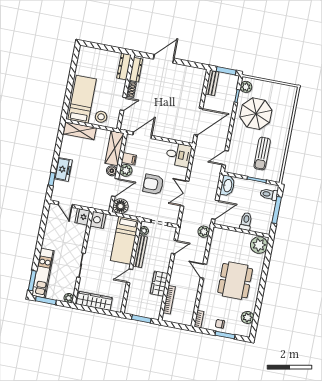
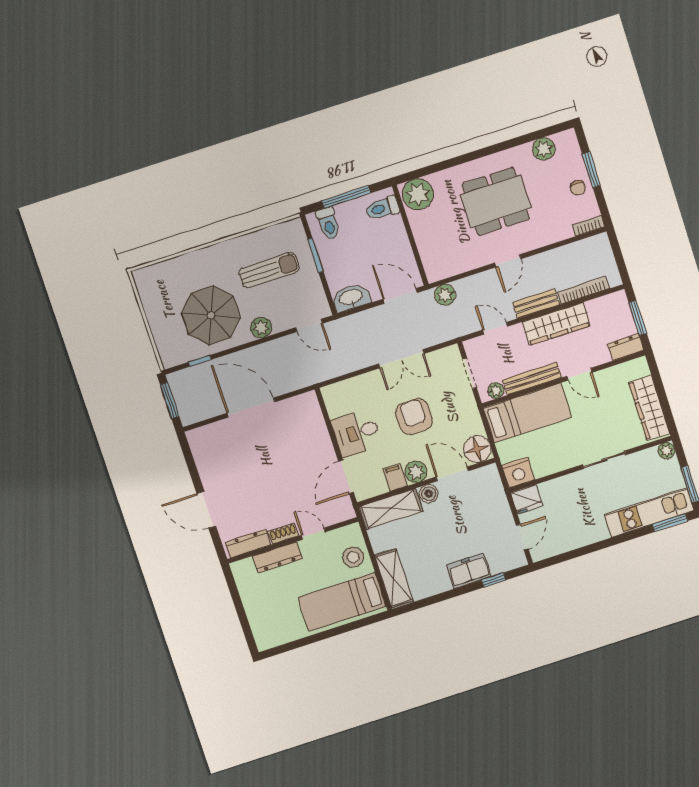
dresser: (124, 66) -> (277, 557), moved
bench: (212, 83) -> (536, 303), moved
plant: (246, 87) -> (261, 328), moved
door: (198, 122) -> (251, 408), moved
door: (142, 135) -> (346, 477), hinge flipped
desk: (179, 155) -> (357, 433), moved, turned -90
armchair: (153, 184) -> (414, 417), turned 180
toilet: (246, 221) -> (382, 208), moved
wardrobe: (159, 284) -> (556, 324), width x1.50
dresser: (130, 305) -> (626, 347), added

